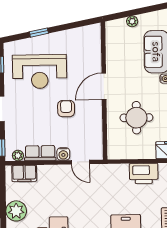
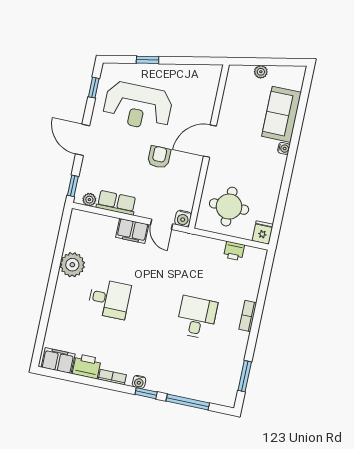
round table: (136, 118) -> (229, 207), moved
water cooler: (63, 154) -> (183, 218), moved
filing cabinet: (24, 173) -> (132, 231), moved
printer: (144, 173) -> (234, 251), width x0.53, depth x0.68

